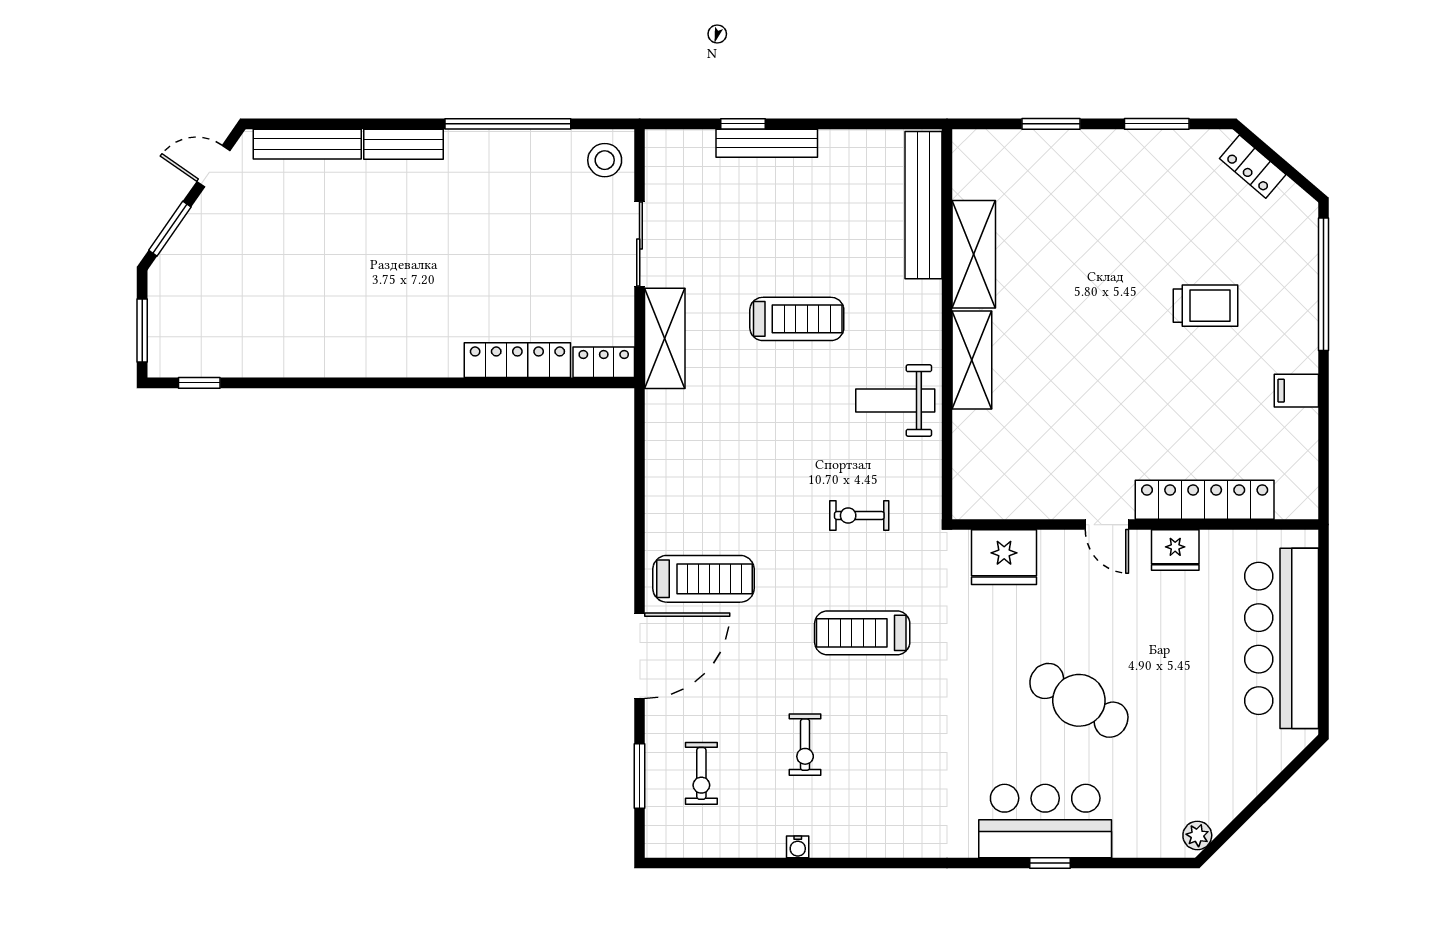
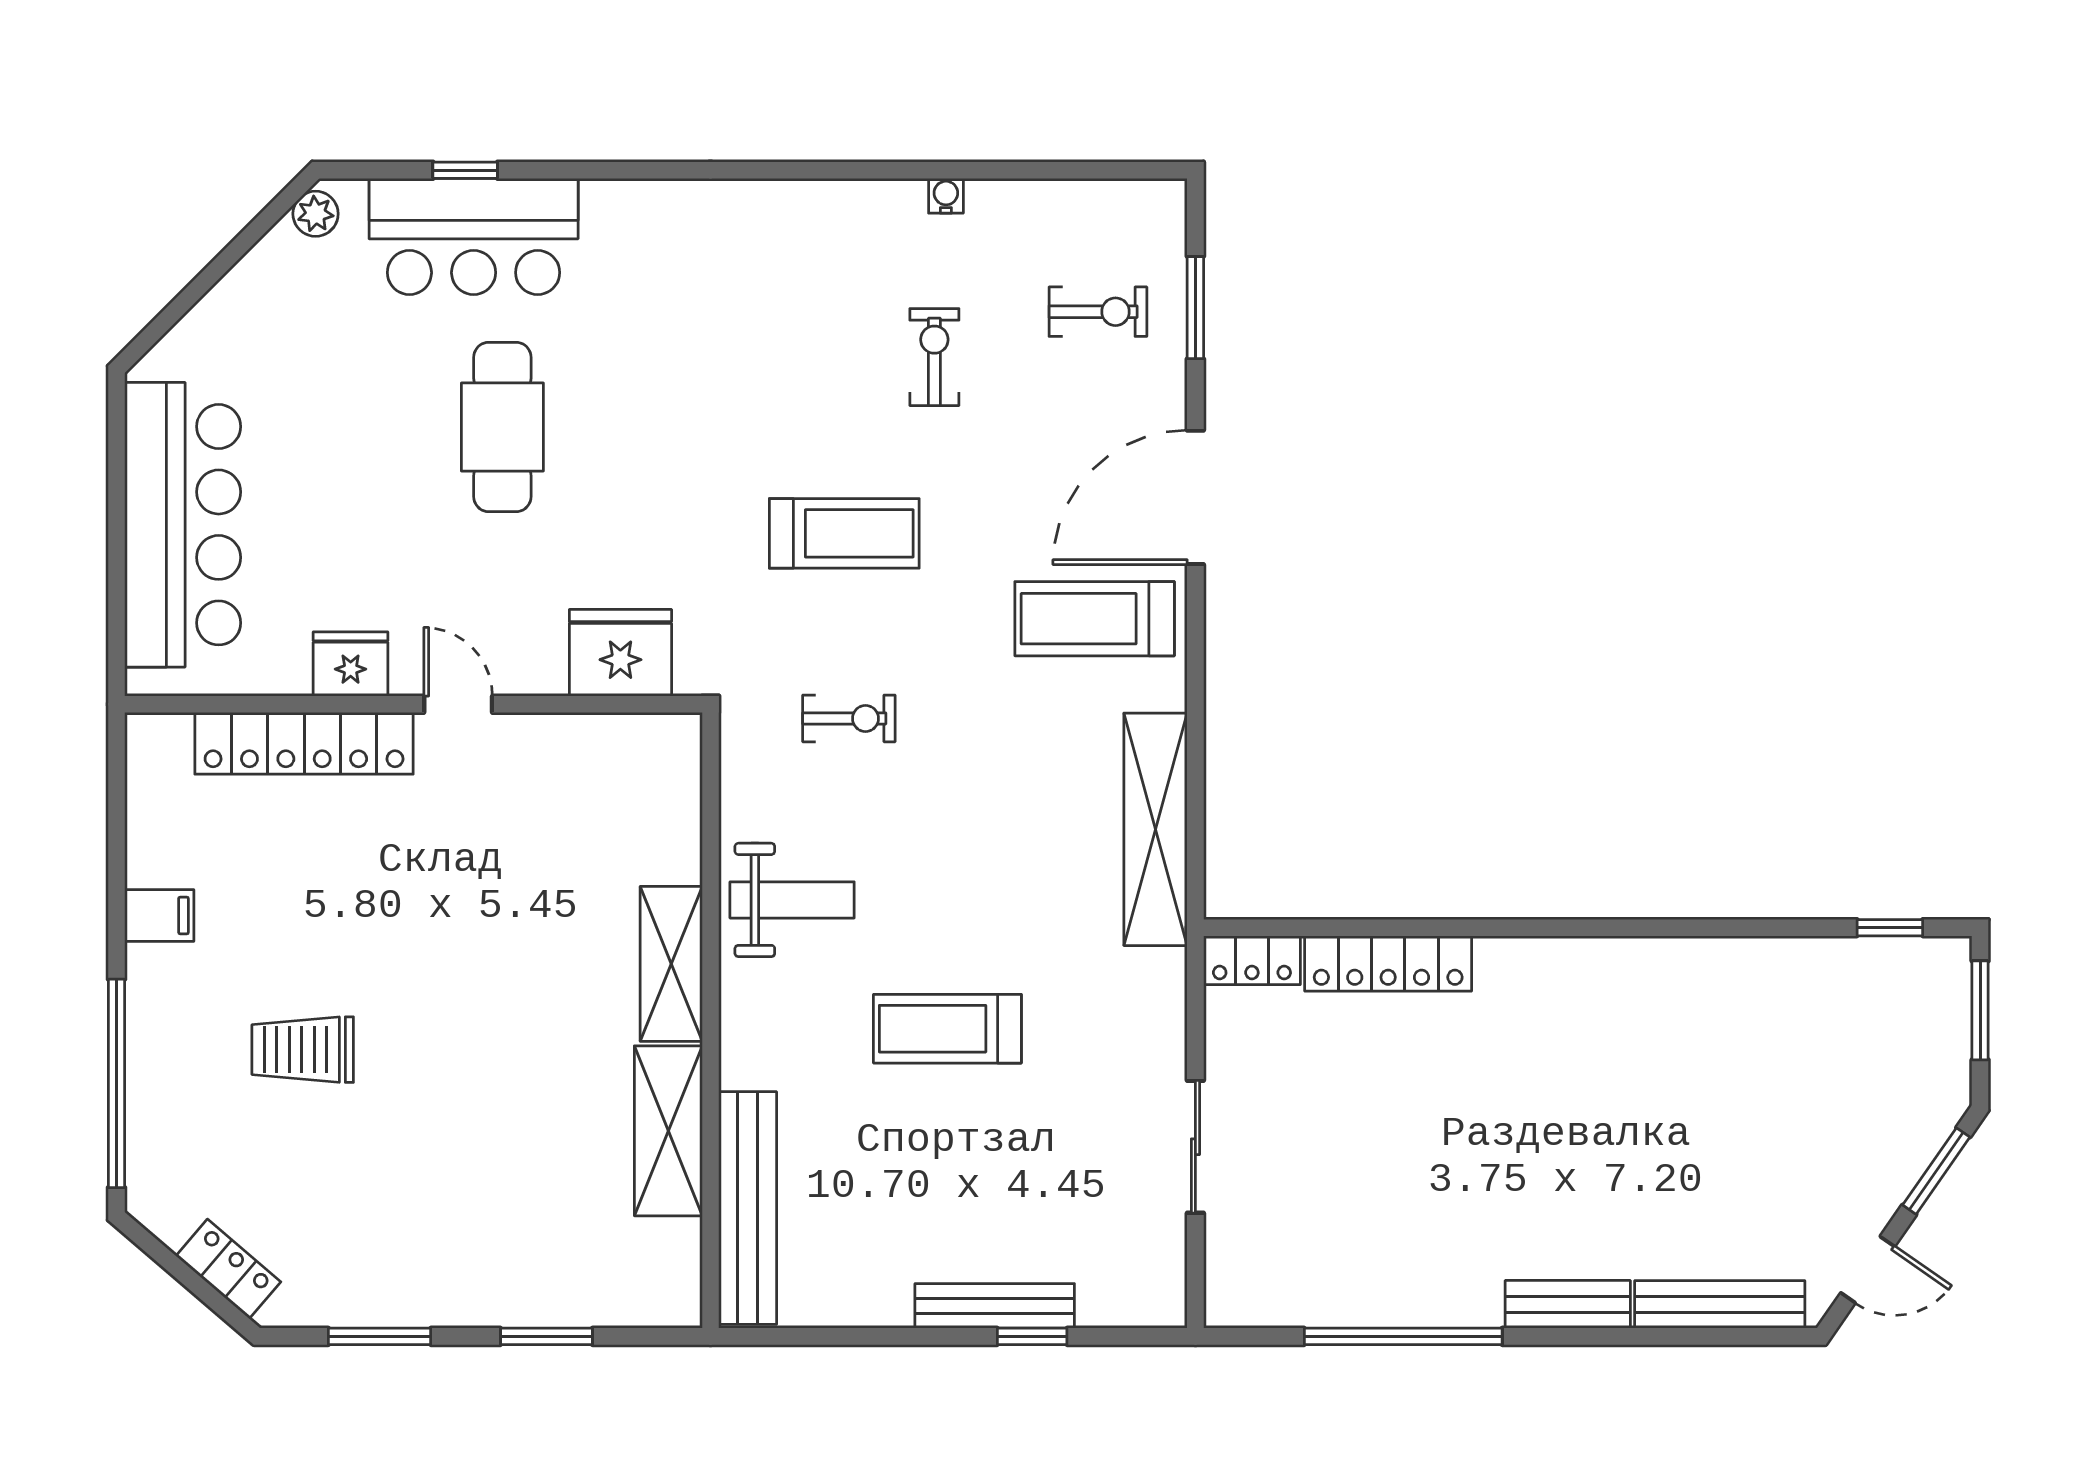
stool: (605, 160) -> (1250, 1279), removed
shelving: (665, 338) -> (1156, 829), moved, width x1.47
cafe table: (1079, 700) -> (502, 427), turned 59
exercise bike: (701, 773) -> (1098, 312), turned 90
bar counter: (1045, 821) -> (474, 237), moved
window: (1050, 863) -> (465, 170), moved

